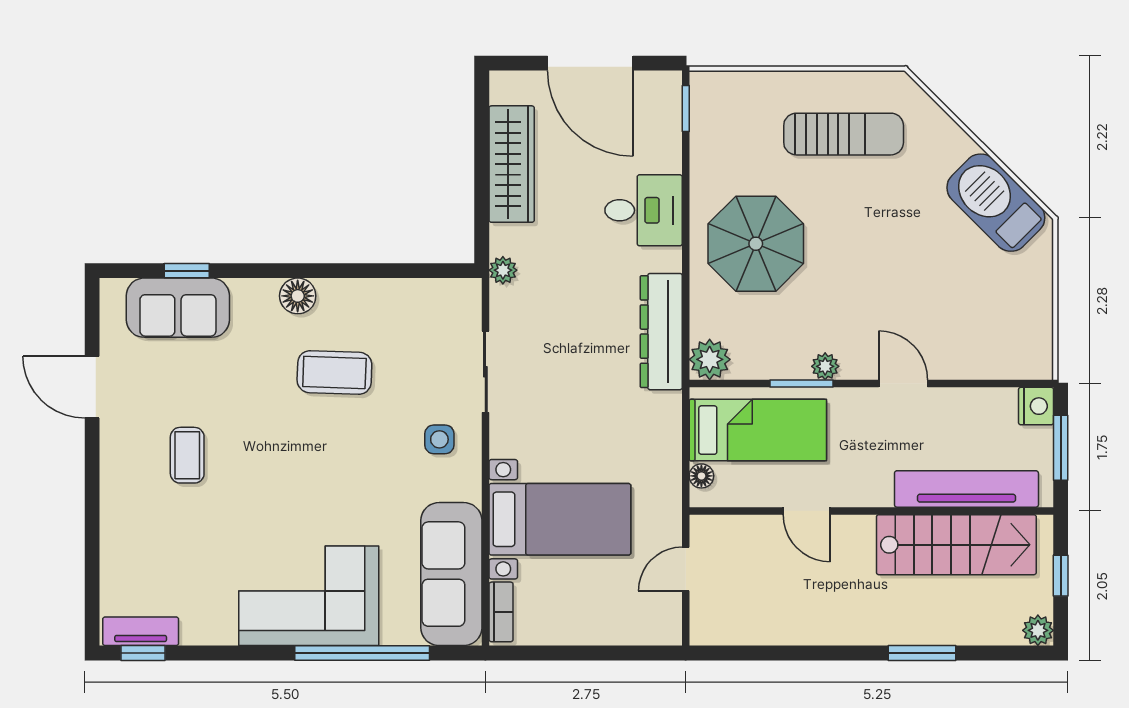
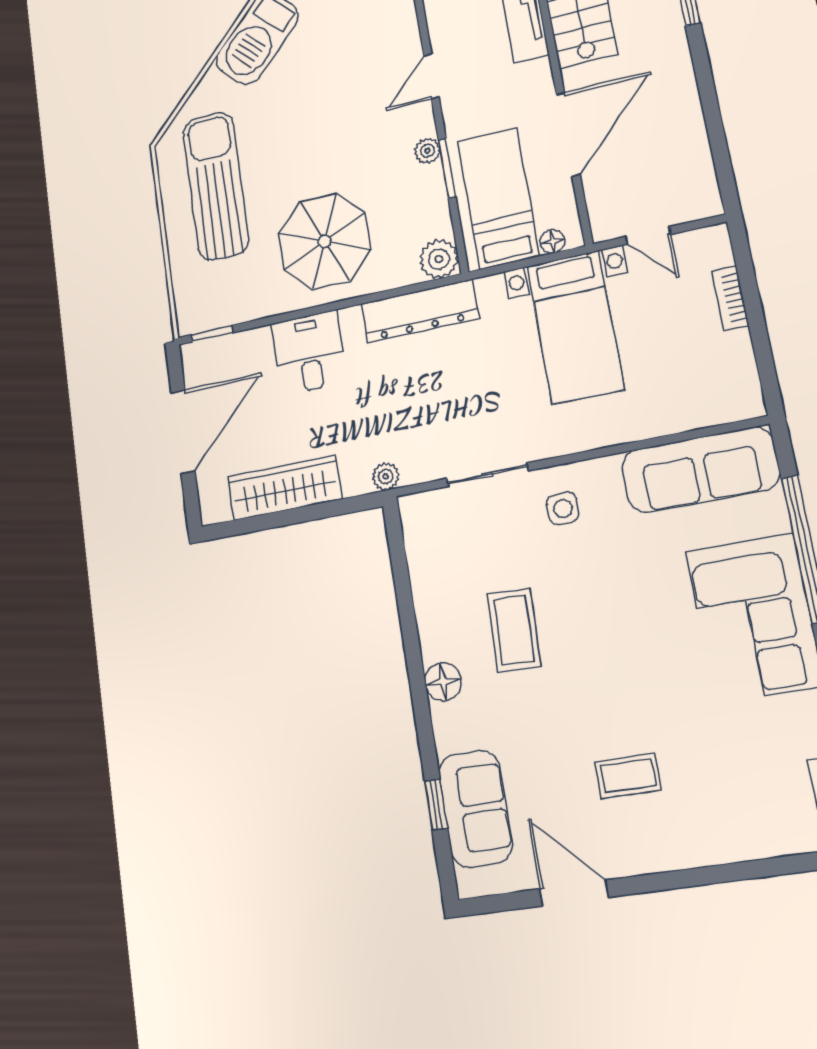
sun lounger: (844, 134) -> (216, 186), width x1.36, depth x1.34
door: (92, 387) -> (574, 893), swing flipped
door: (807, 511) -> (568, 134), width x1.87
bed with nightstands: (560, 519) -> (575, 327), moved, turned 180
bookcase: (501, 612) -> (730, 298), moved, turned -90

